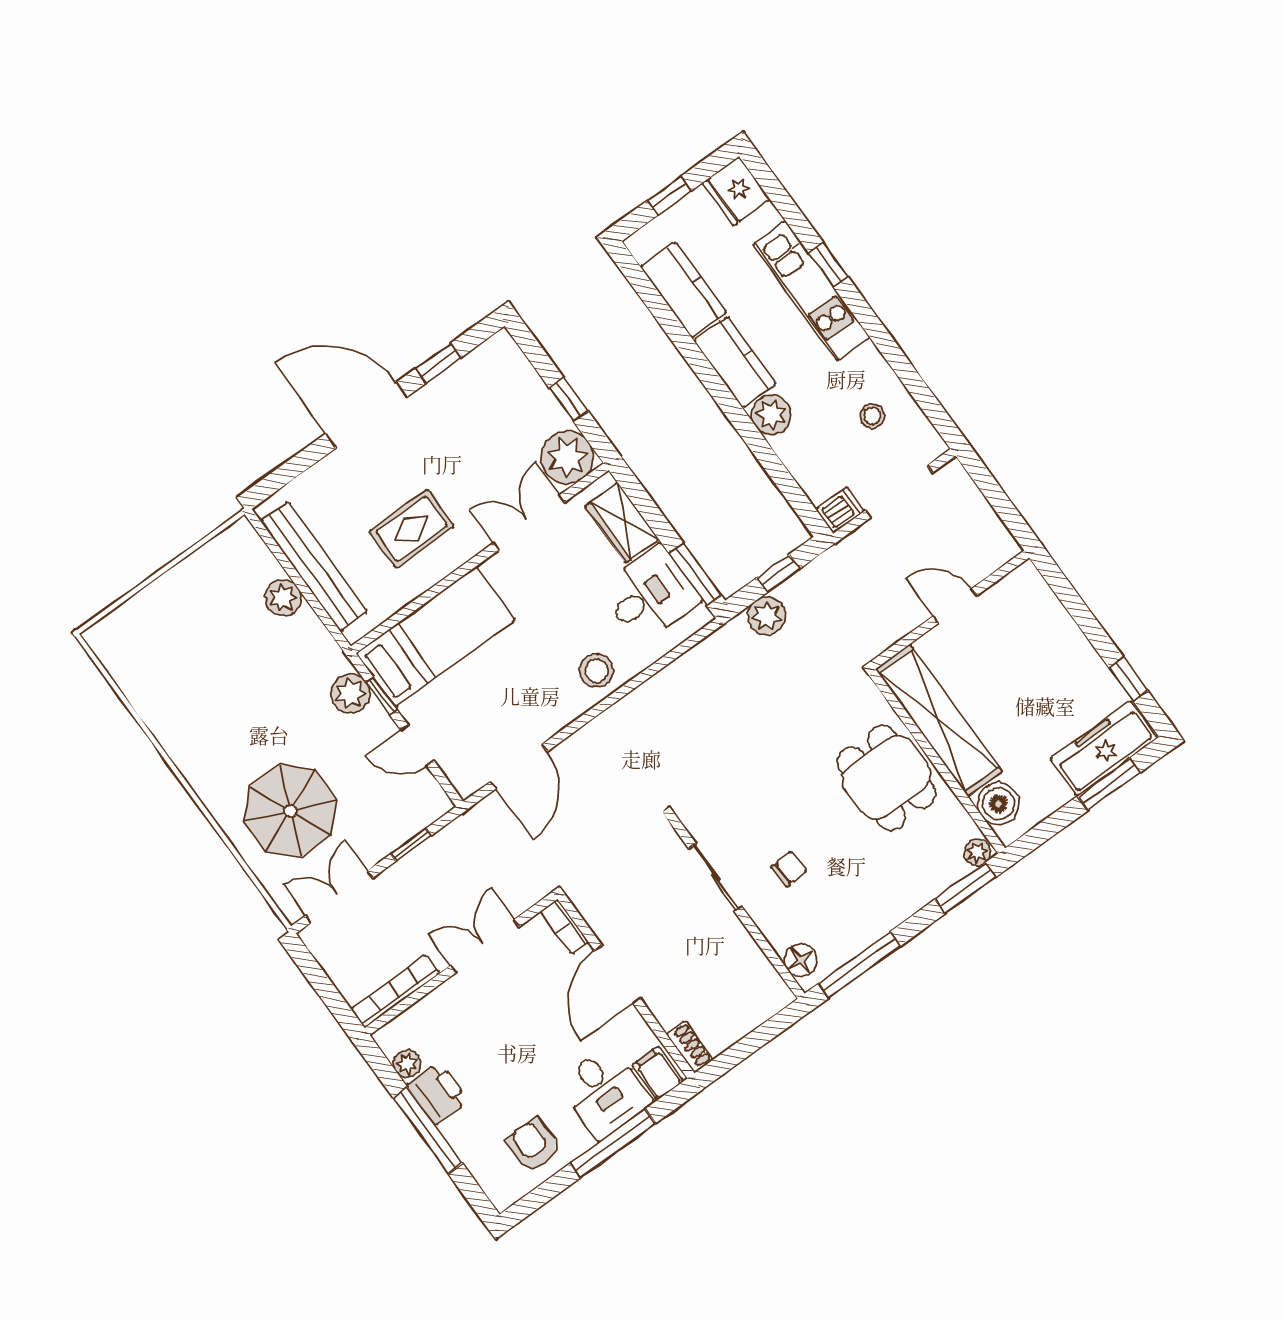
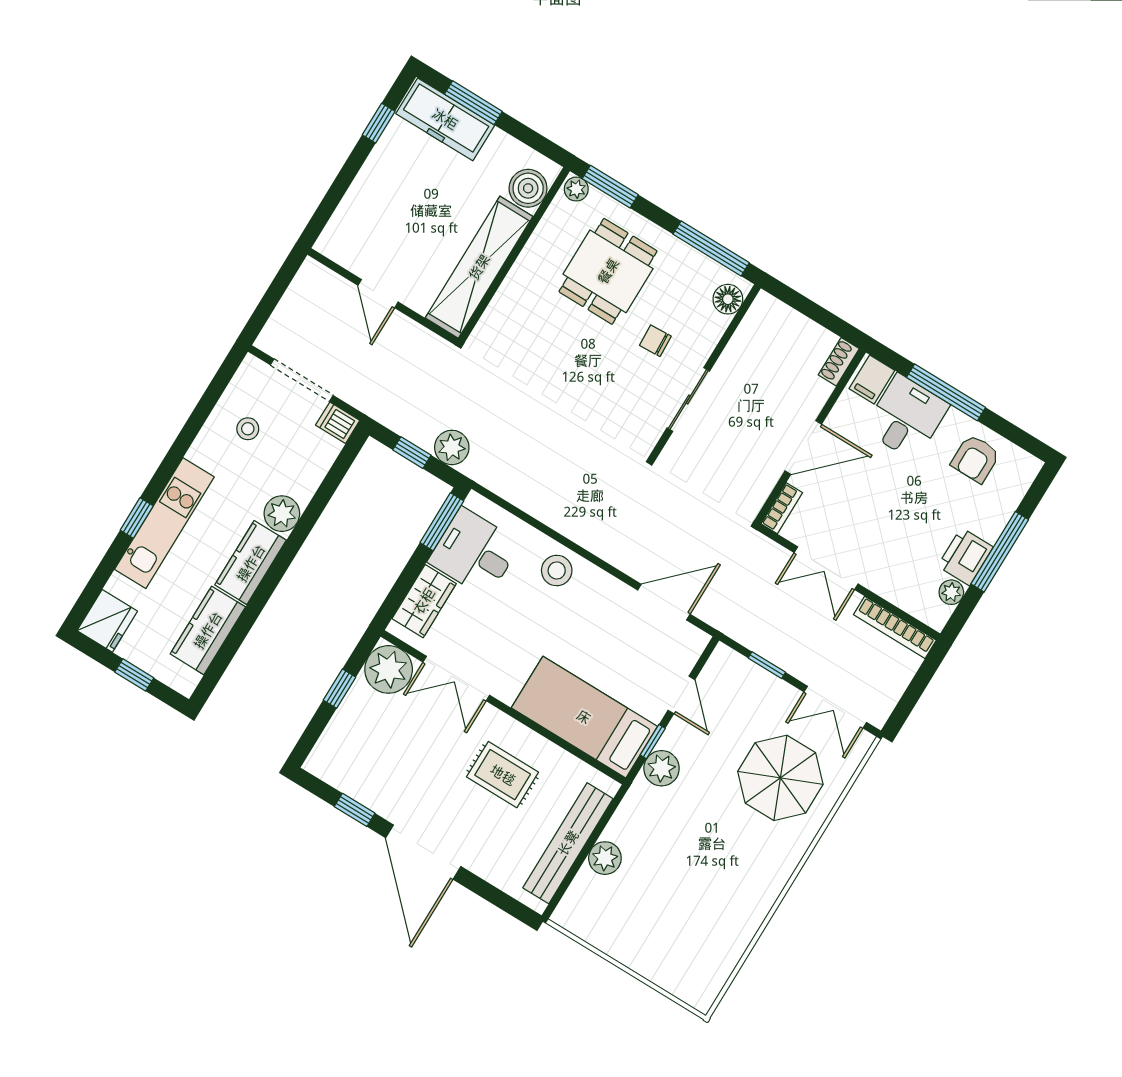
dining table: (887, 778) -> (608, 271), moved

